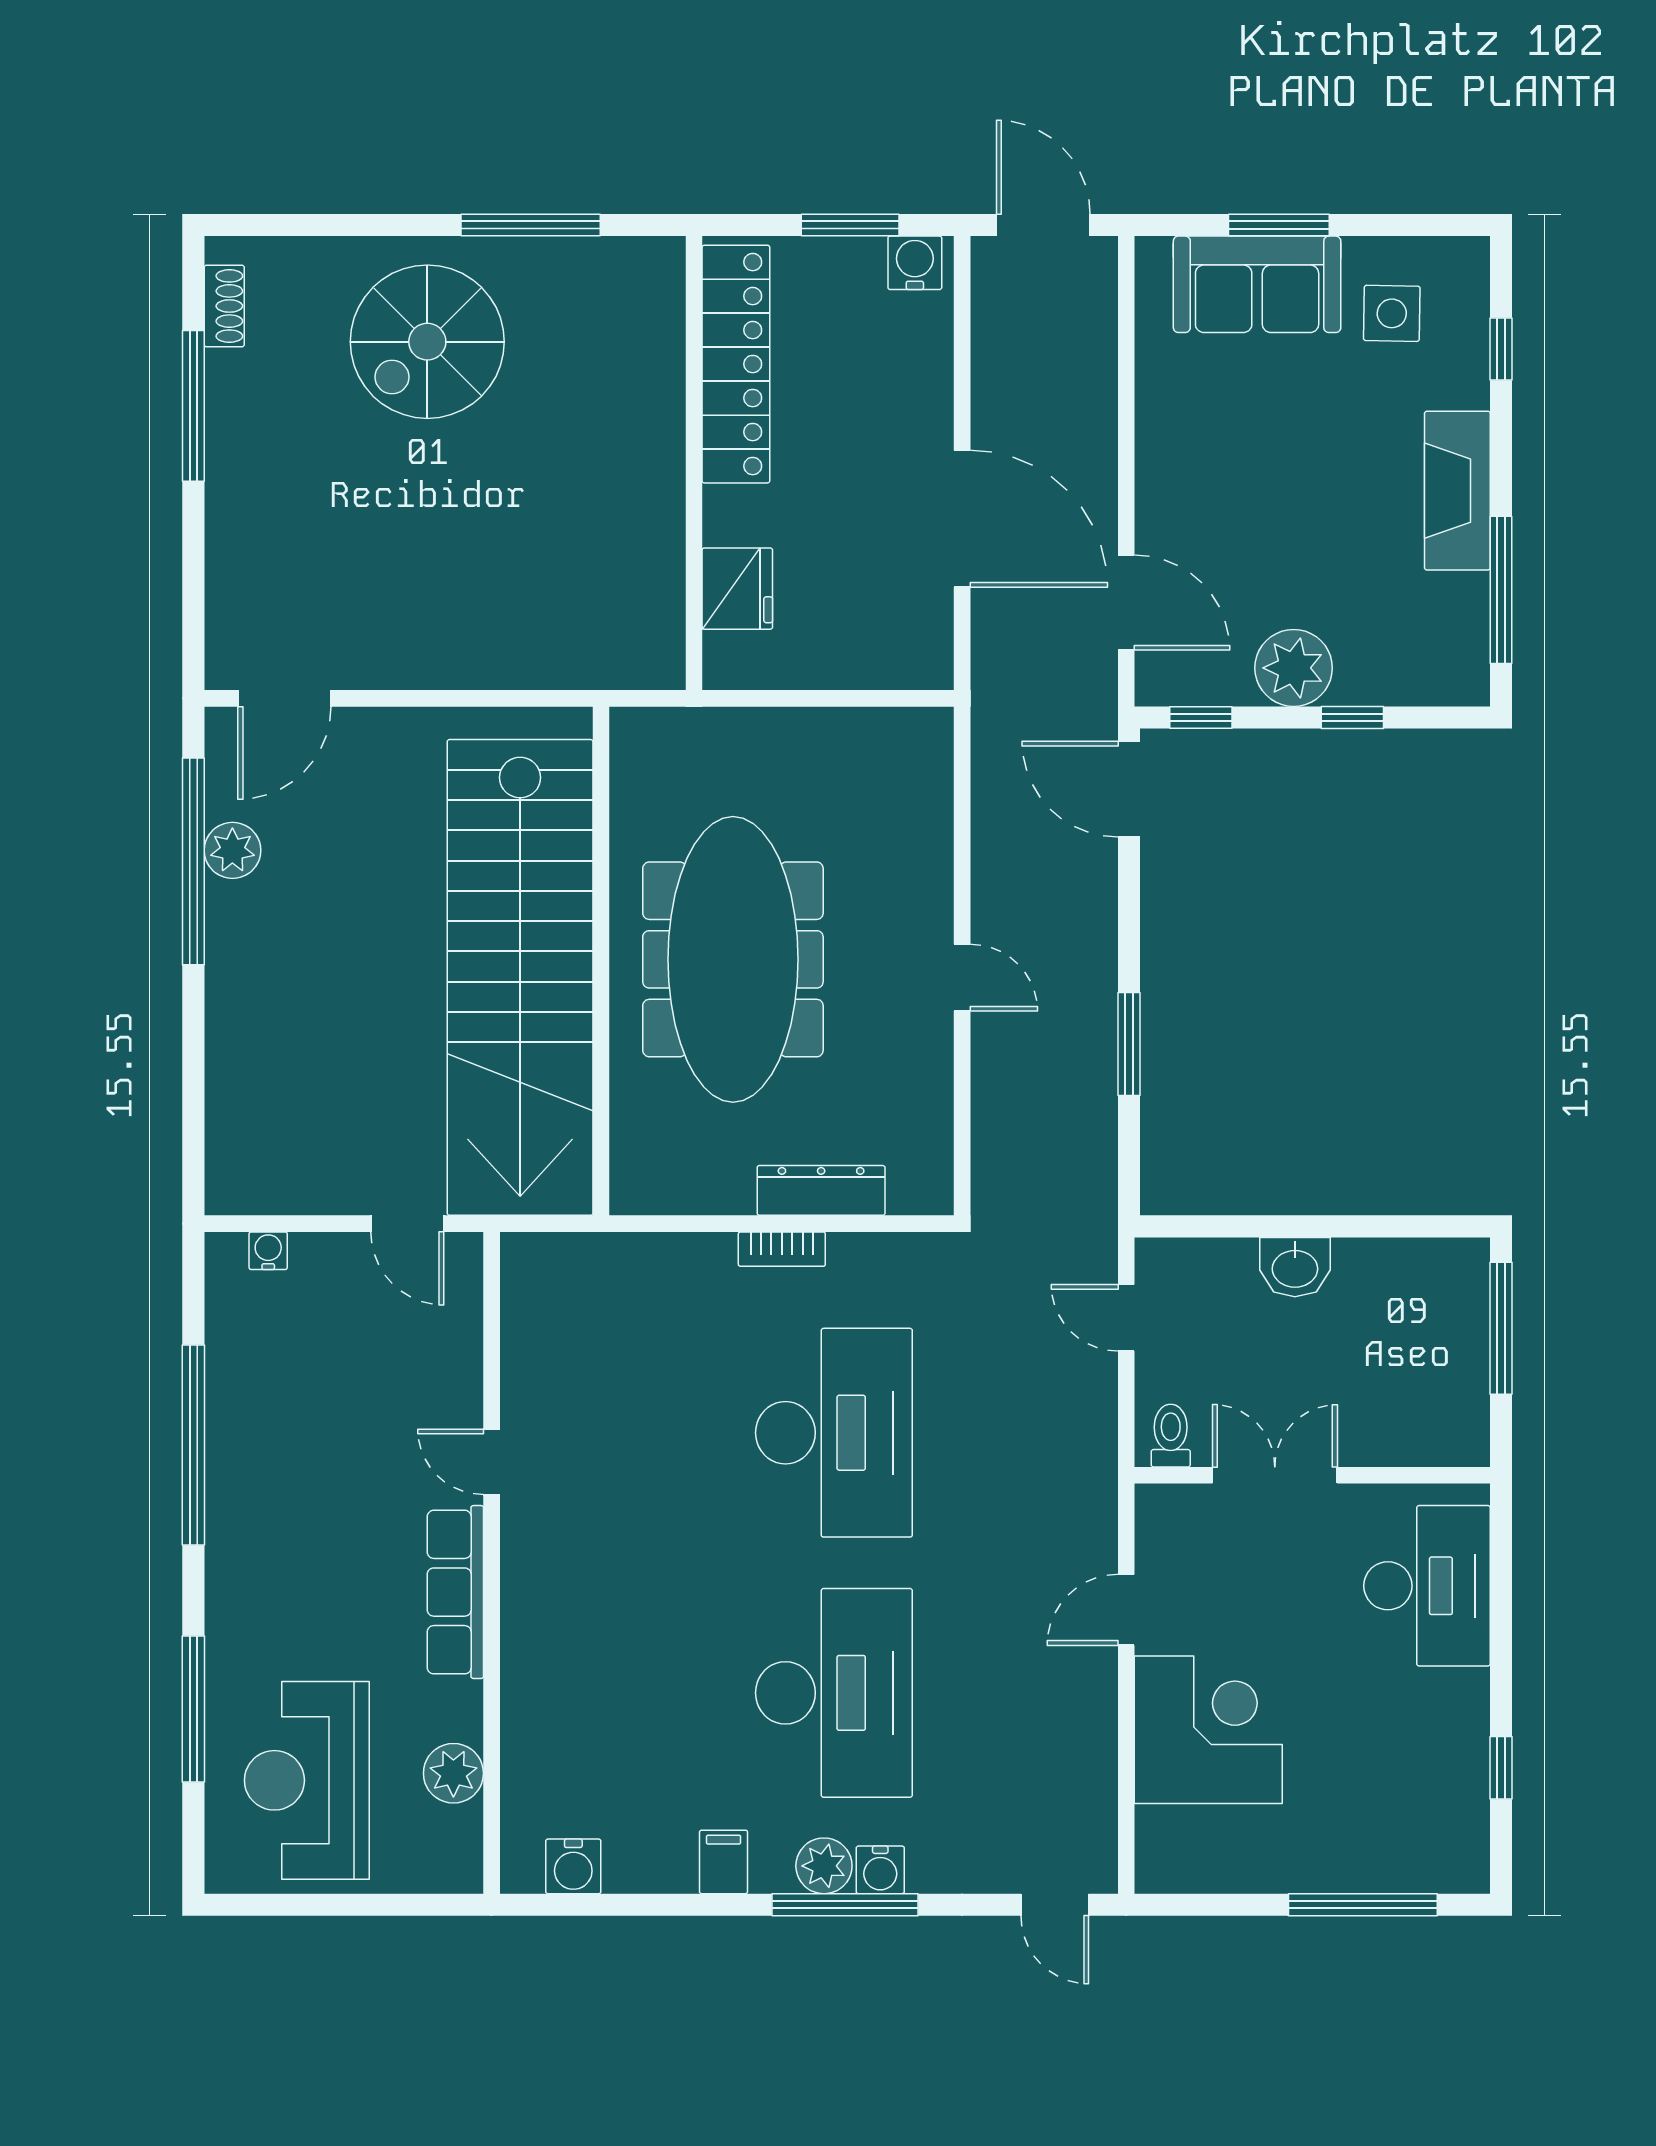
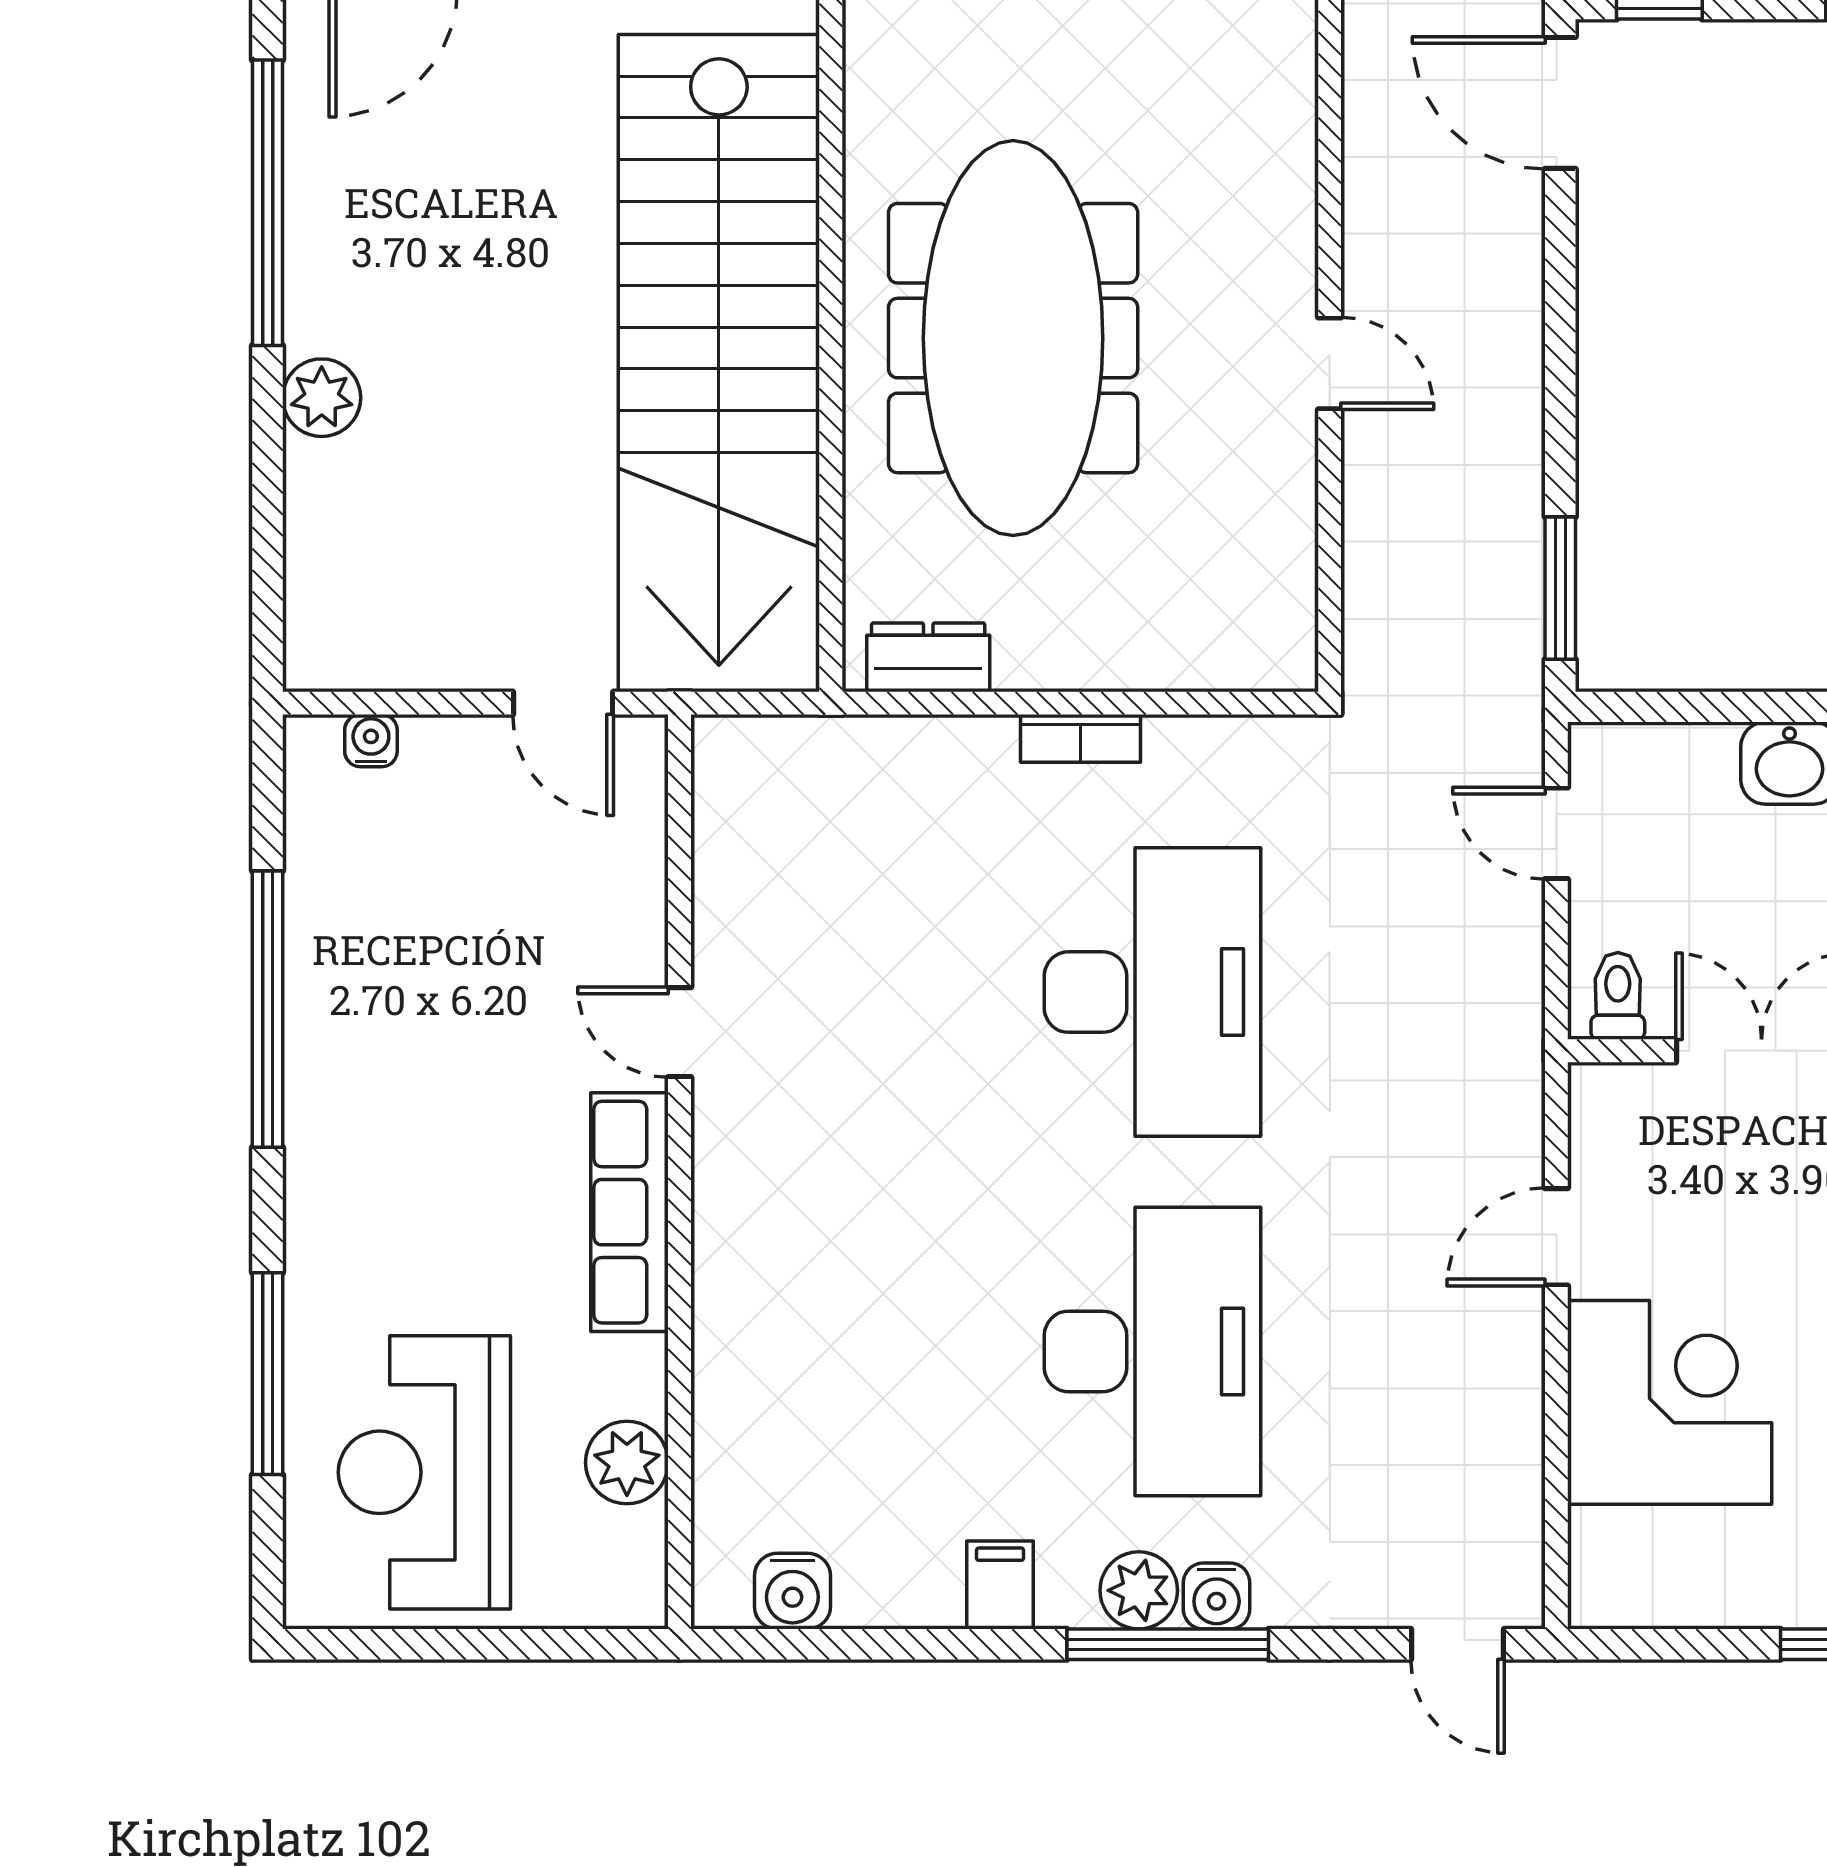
plant: (232, 850) -> (322, 398), moved
window: (1129, 1044) -> (1560, 588), moved
dresser: (821, 1190) -> (928, 657), moved, width x0.70

